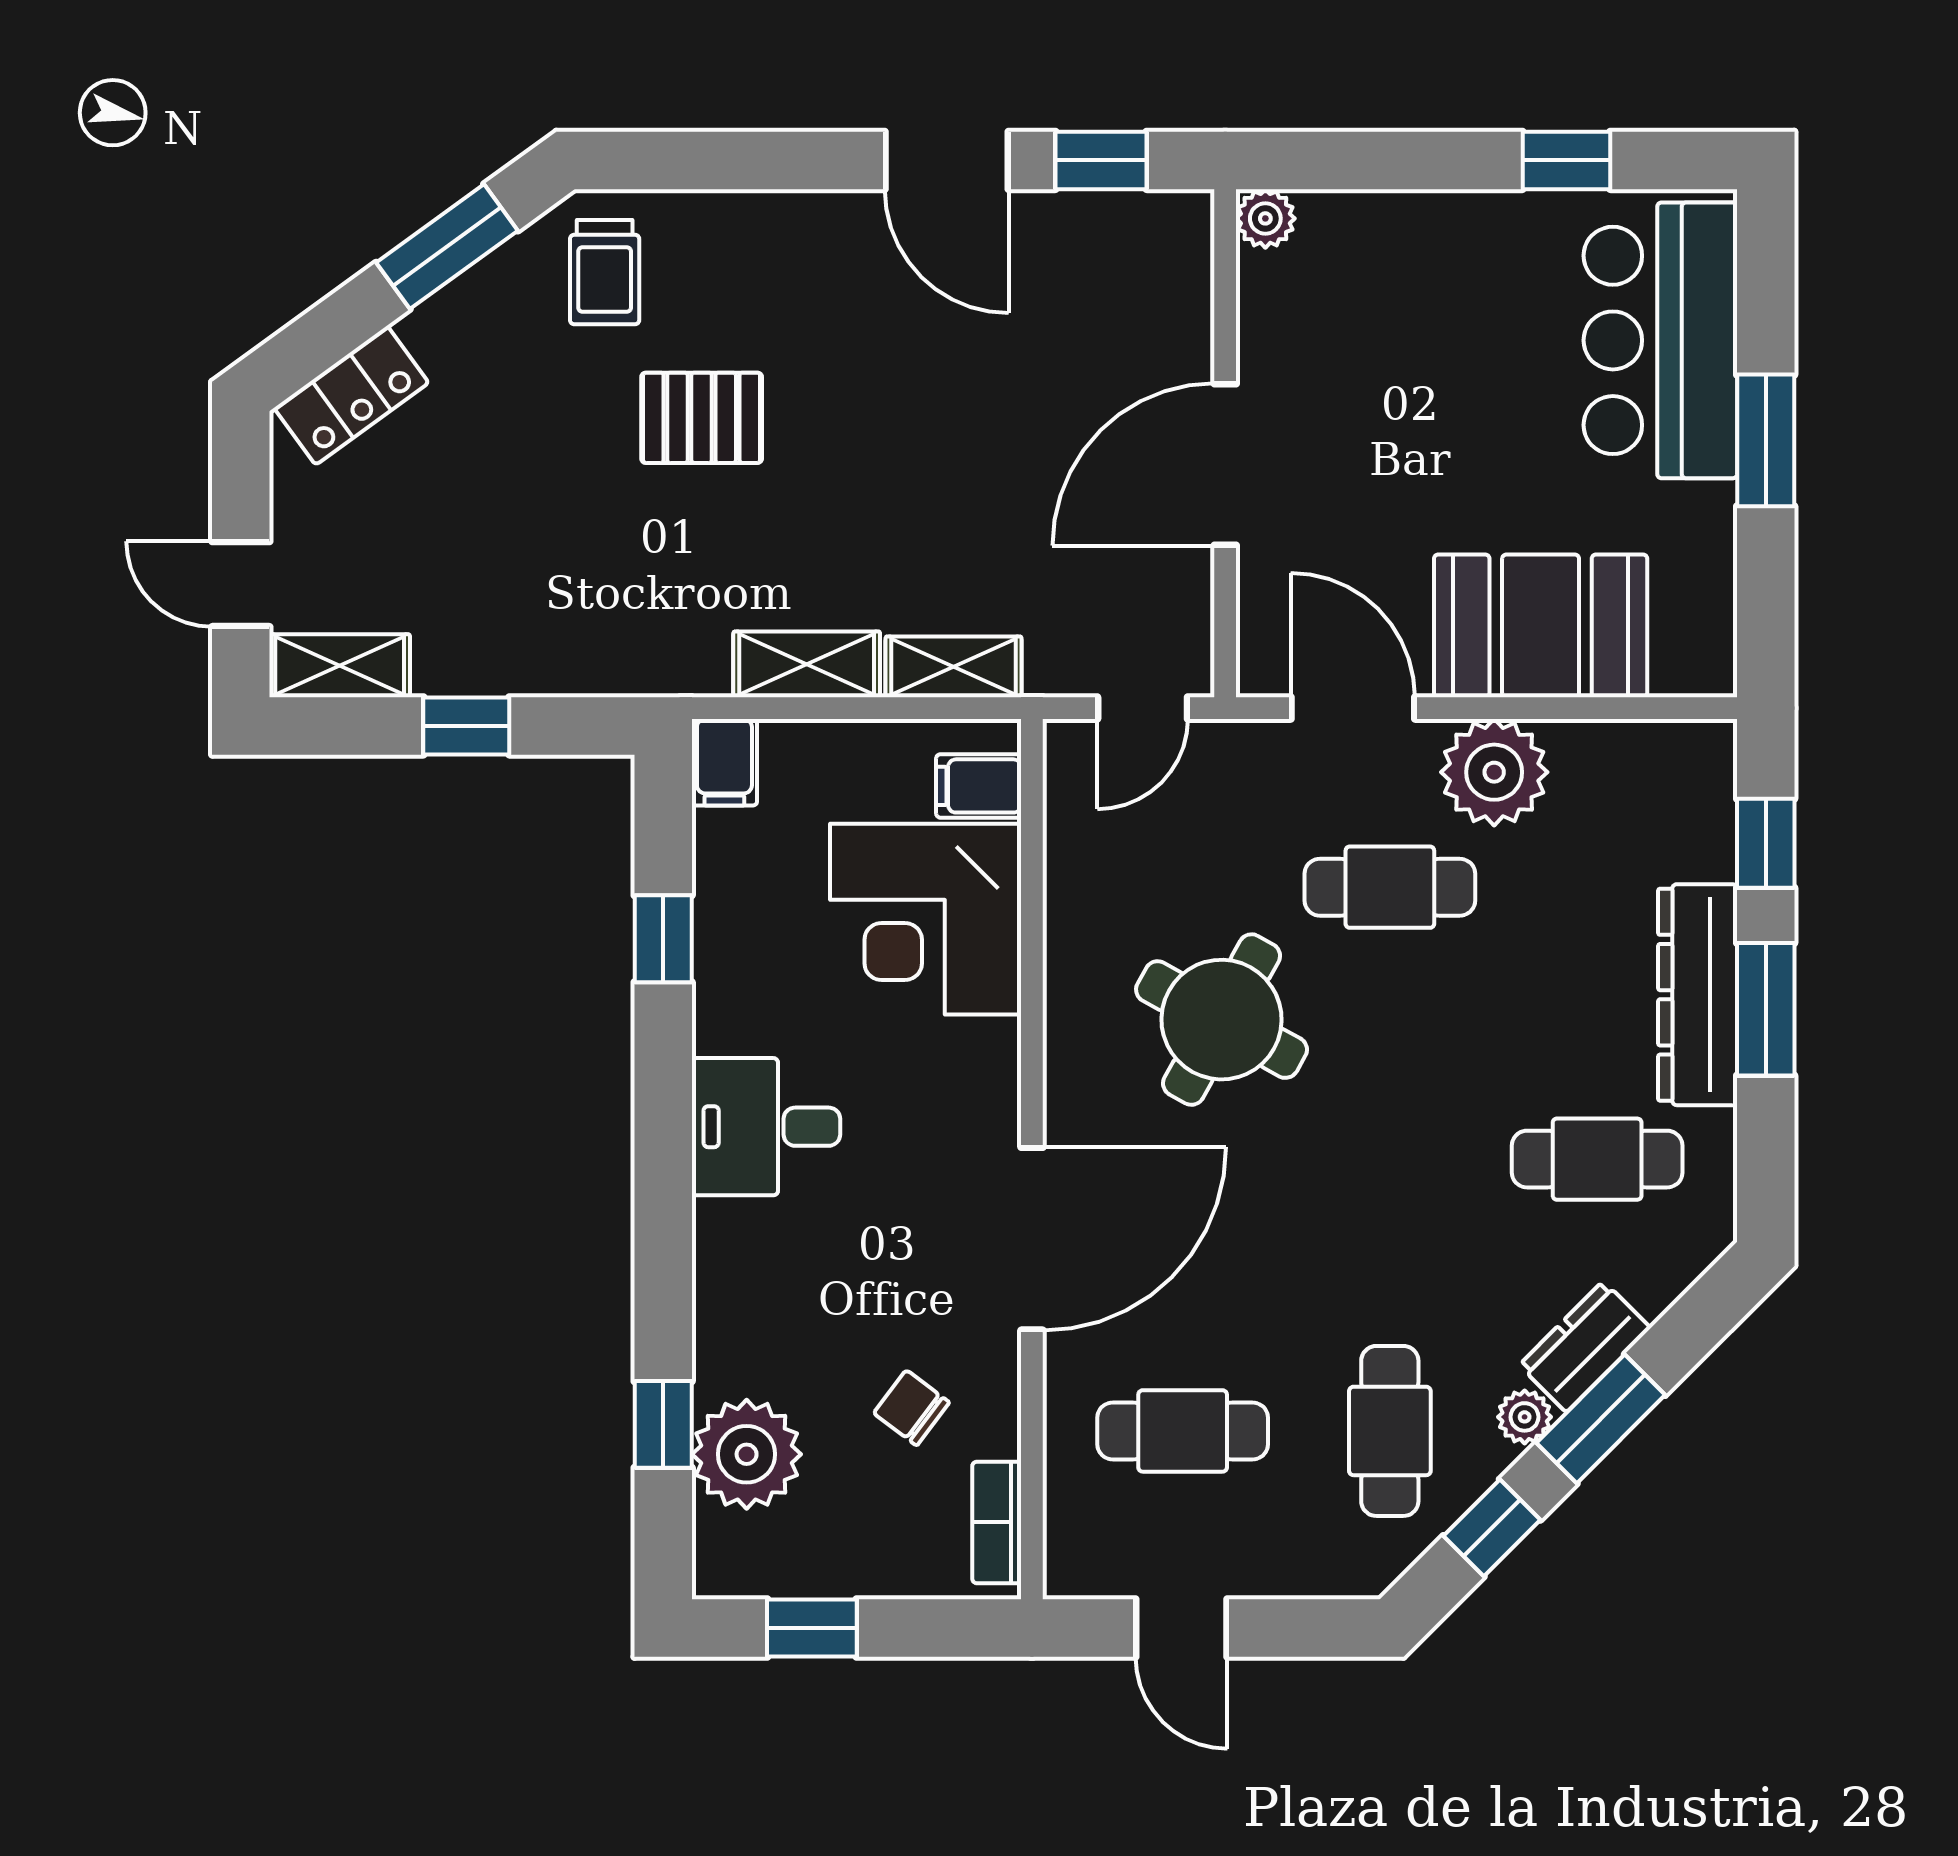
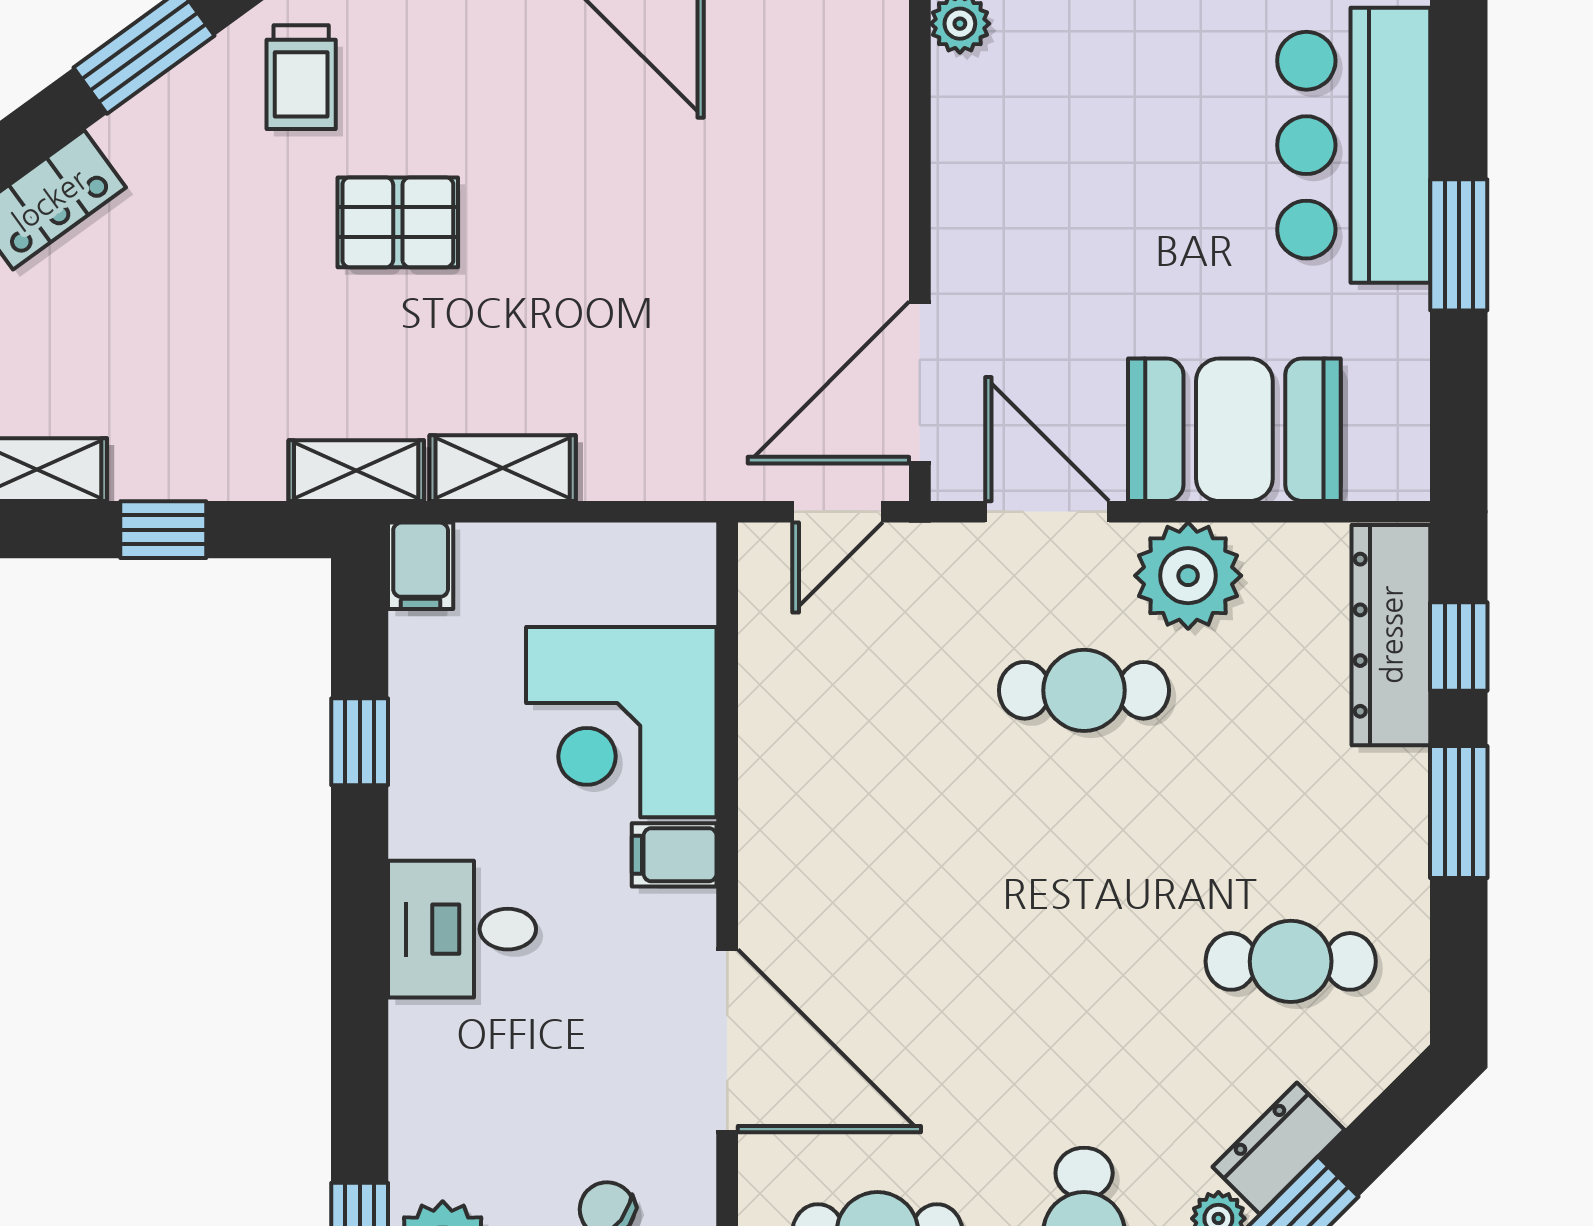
door: (1225, 464) -> (920, 383), moved
shelving: (954, 667) -> (356, 471), moved
filing cabinet: (979, 786) -> (674, 855), moved
dresser: (1698, 995) -> (1391, 635), moved
round table: (1222, 1020) -> (916, 822), removed
door: (1032, 1239) -> (727, 1041), hinge flipped

